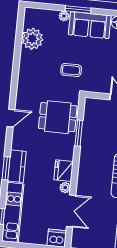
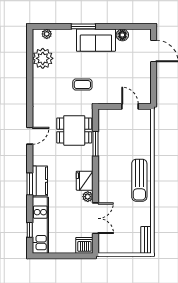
plant: (64, 16) -> (47, 34), moved

